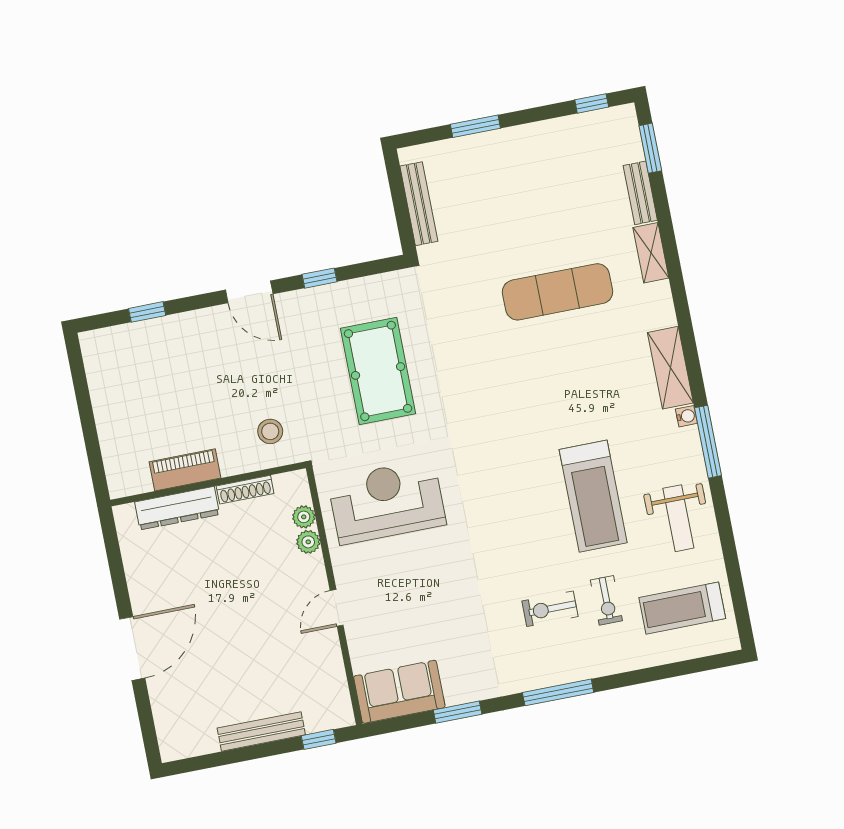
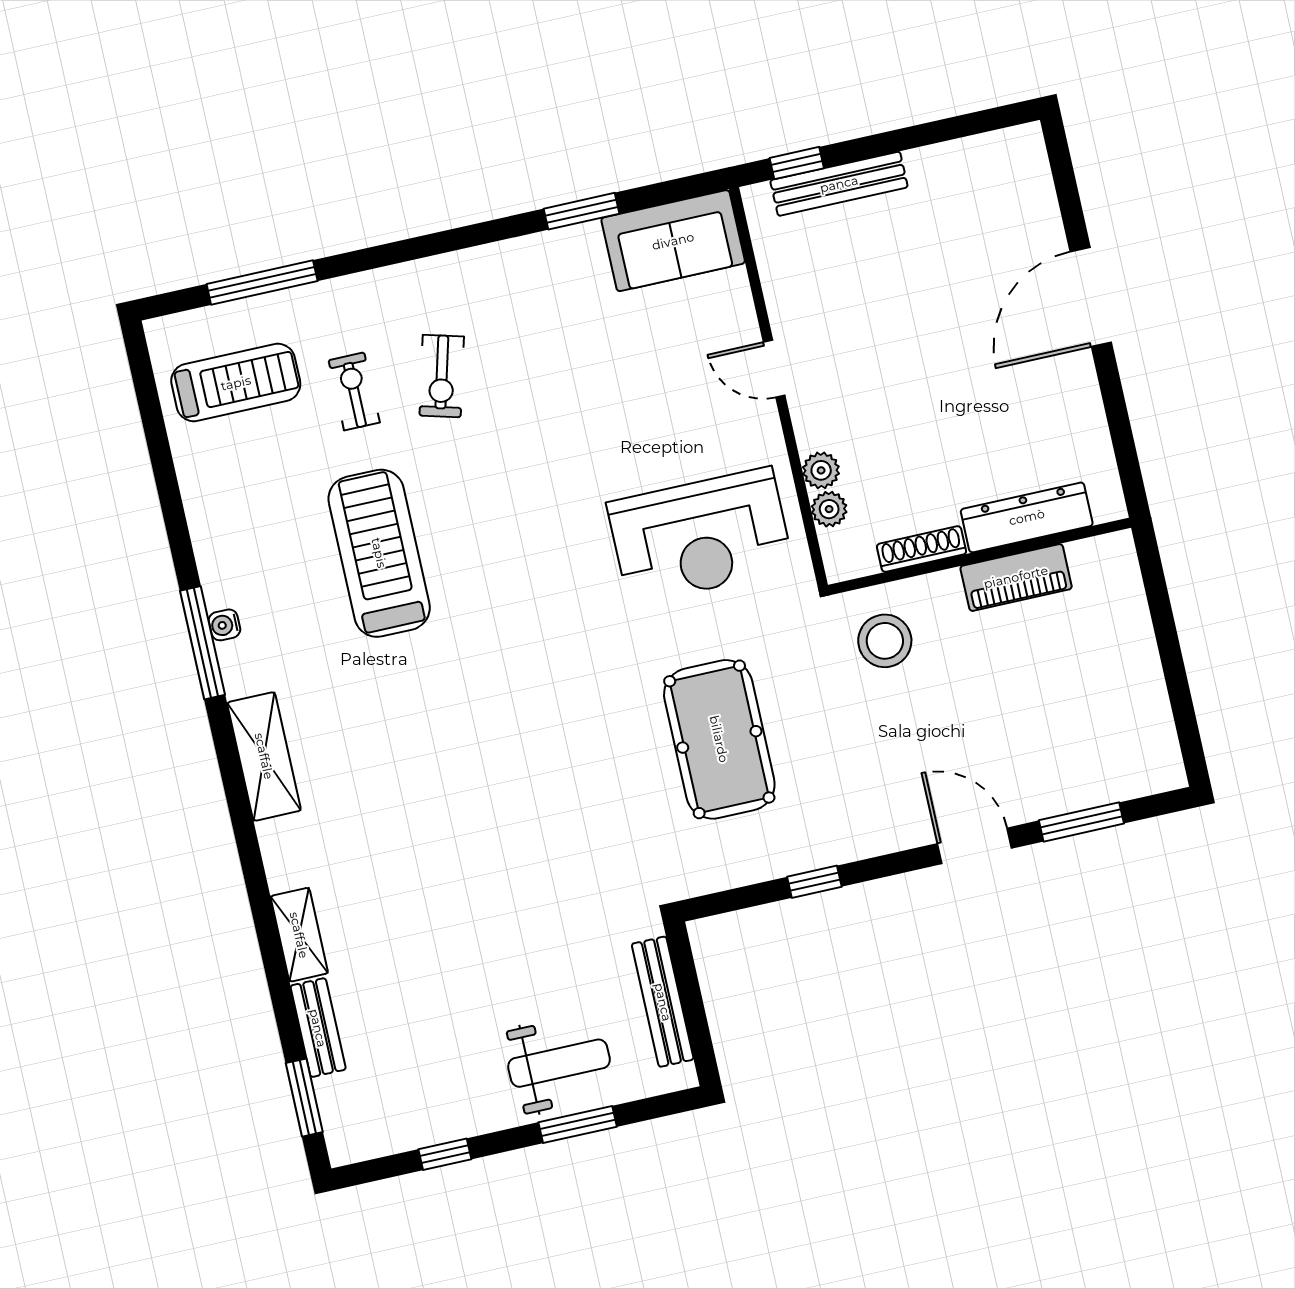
window: (592, 103) -> (445, 1154), moved
door: (249, 292) -> (975, 846), moved
exercise mat: (558, 292) -> (443, 870), removed
window: (147, 312) -> (1081, 822), width x1.50
water cooler: (686, 416) -> (224, 625), moved
stool: (270, 431) -> (885, 641), width x1.38, depth x1.38
weight bench: (678, 518) -> (559, 1063), moved, turned 90
door: (337, 608) -> (774, 369), swing flipped
exercise bike: (550, 609) -> (442, 376), turned 105
window: (558, 692) -> (262, 283), moved
bench: (261, 731) -> (839, 184), moved

